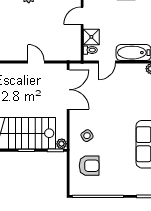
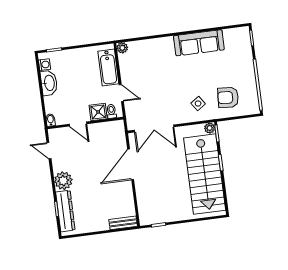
door: (36, 62) -> (131, 164), width x1.88
double door: (68, 90) -> (154, 129), swing flipped
armchair: (89, 166) -> (228, 97), turned -86

